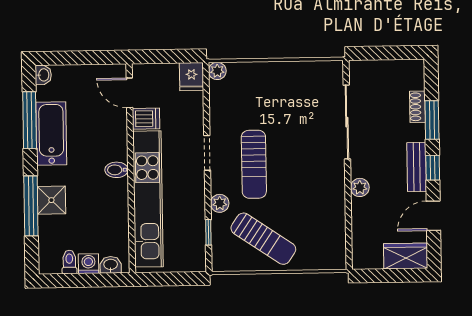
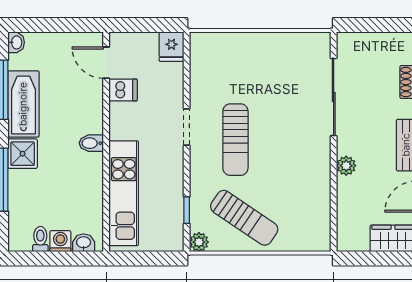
plant: (217, 71) -> (199, 41), removed
kitchen unit: (148, 199) -> (124, 193), width x0.73
shower: (51, 200) -> (23, 154), moved
plant: (220, 203) -> (199, 242), moved

